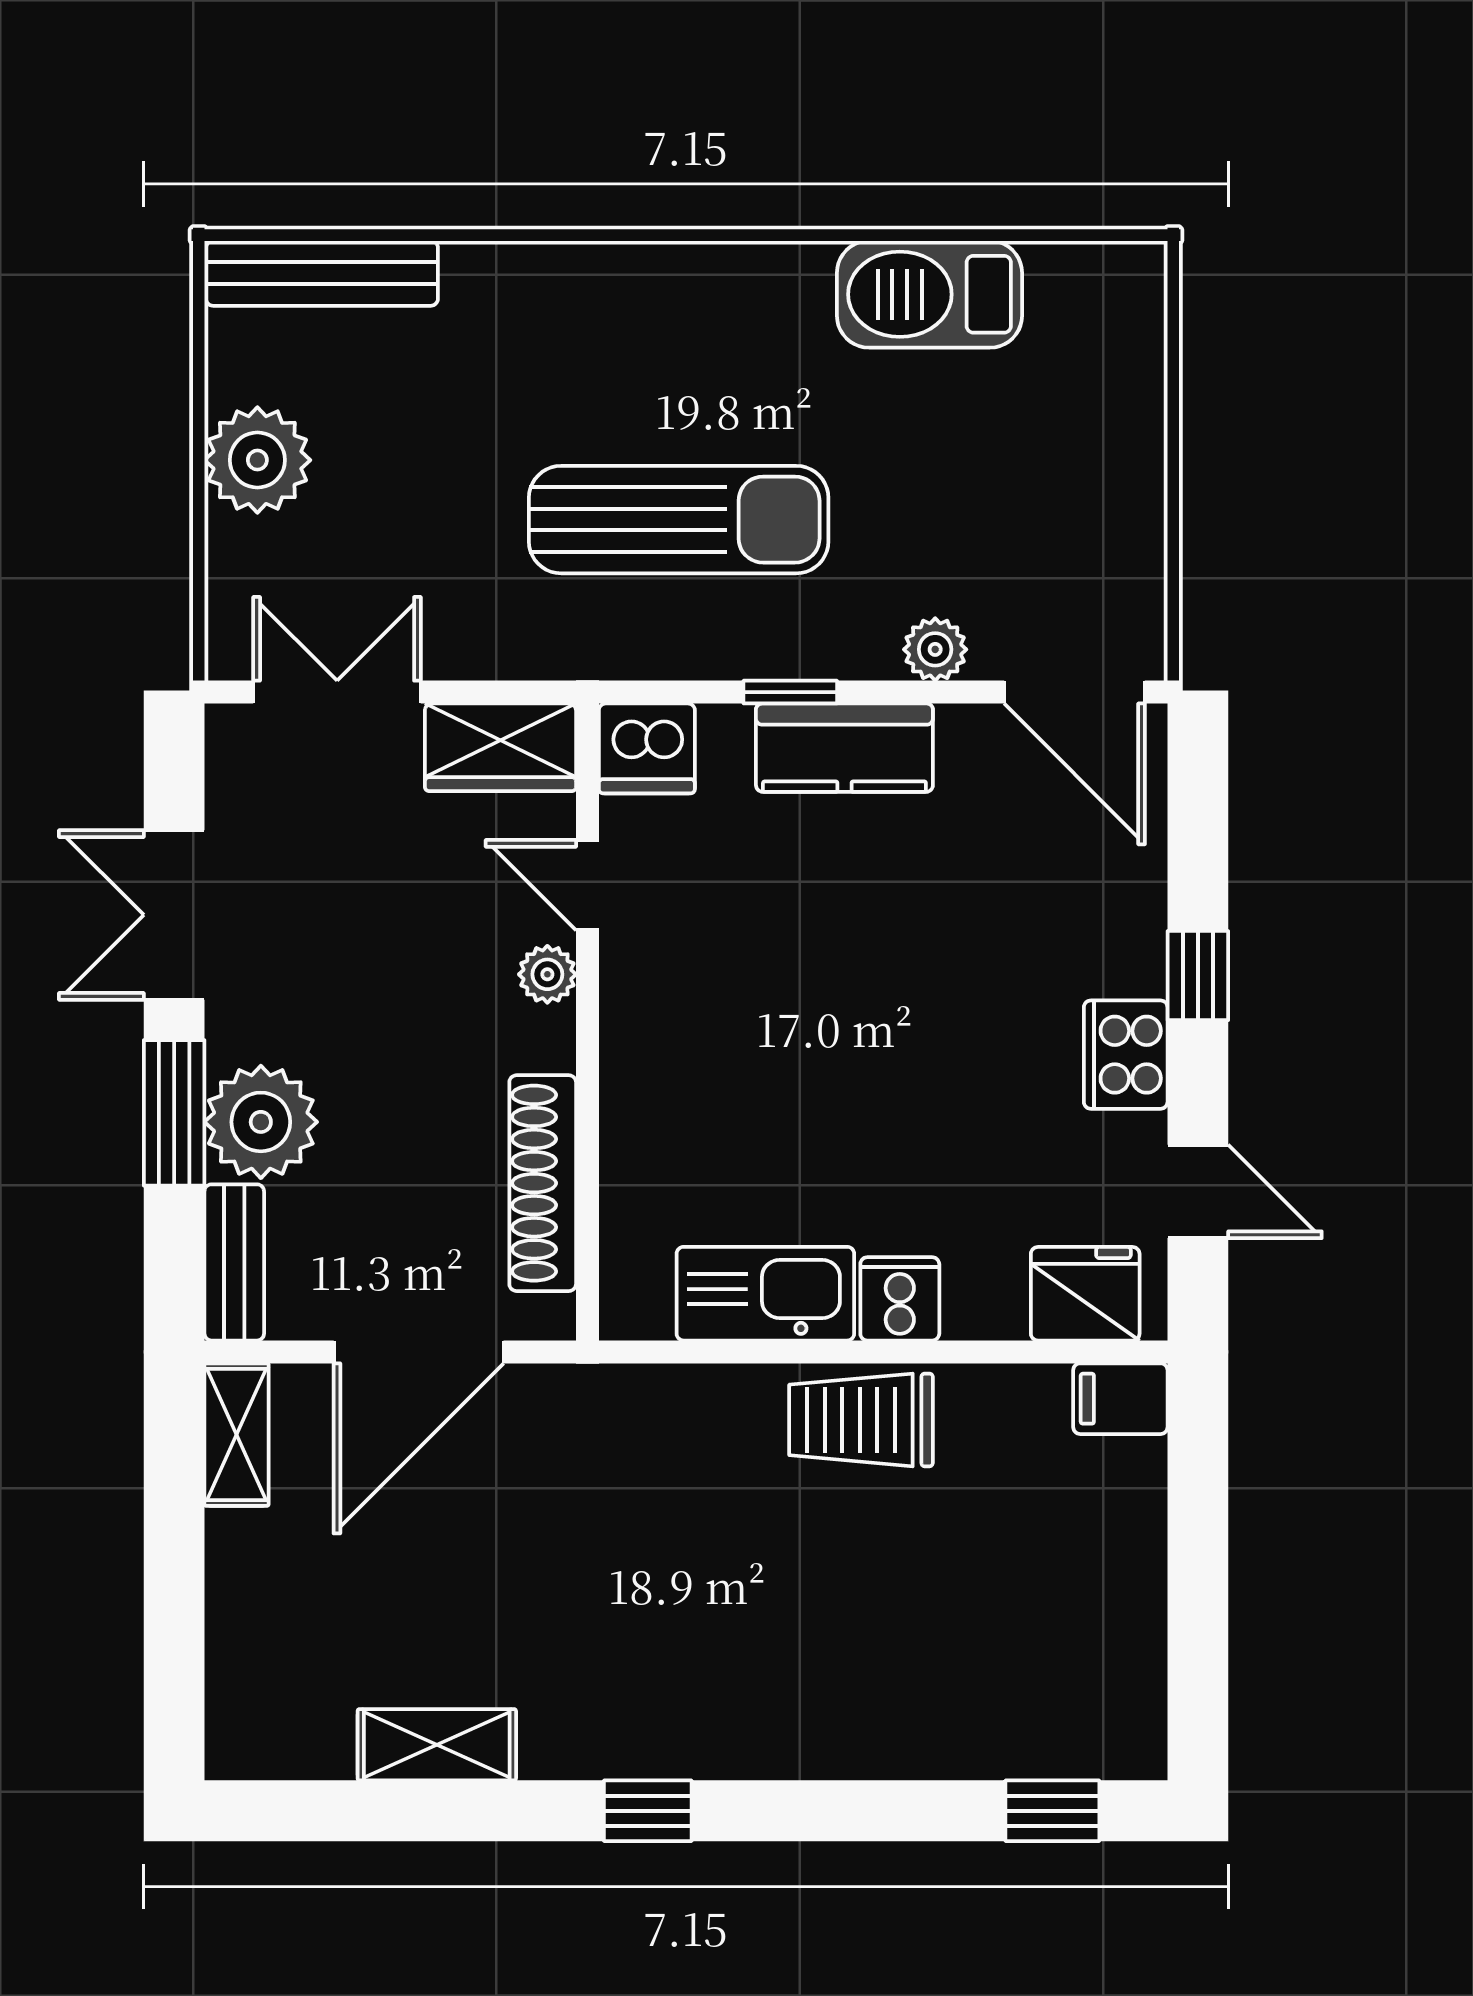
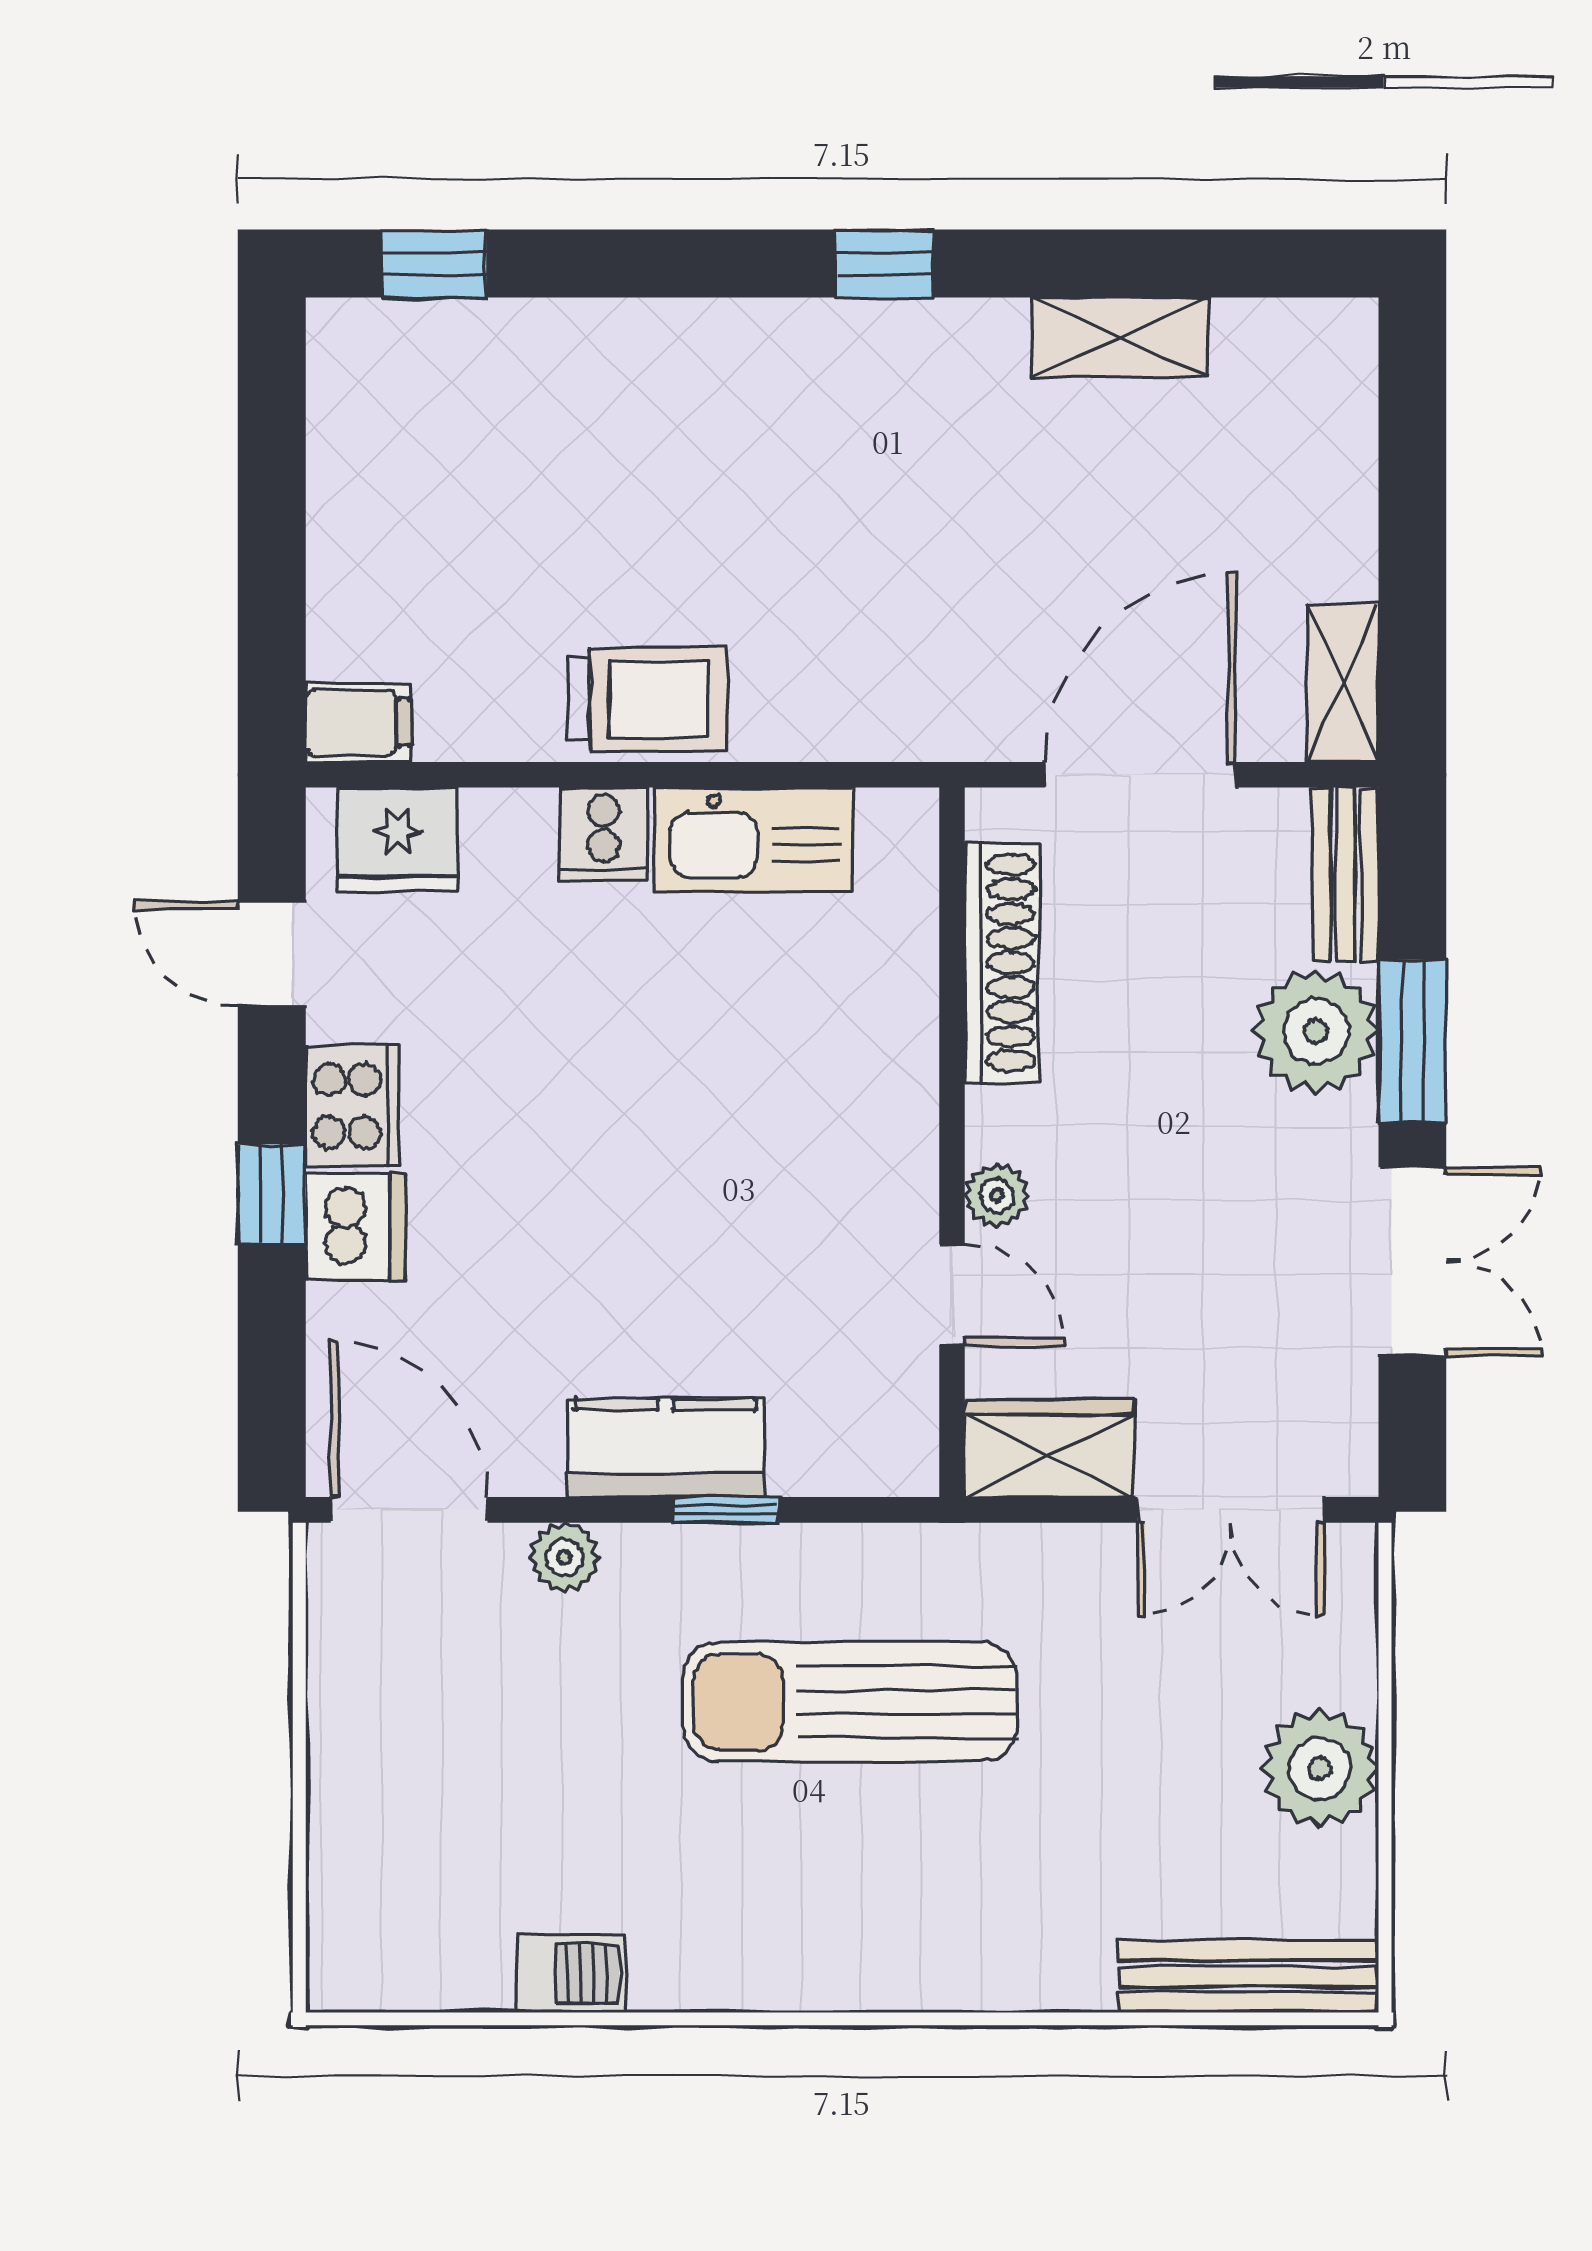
barbecue: (929, 294) -> (571, 1974), width x0.53, depth x0.65
dishwasher: (647, 748) -> (356, 1227), moved, turned 90

